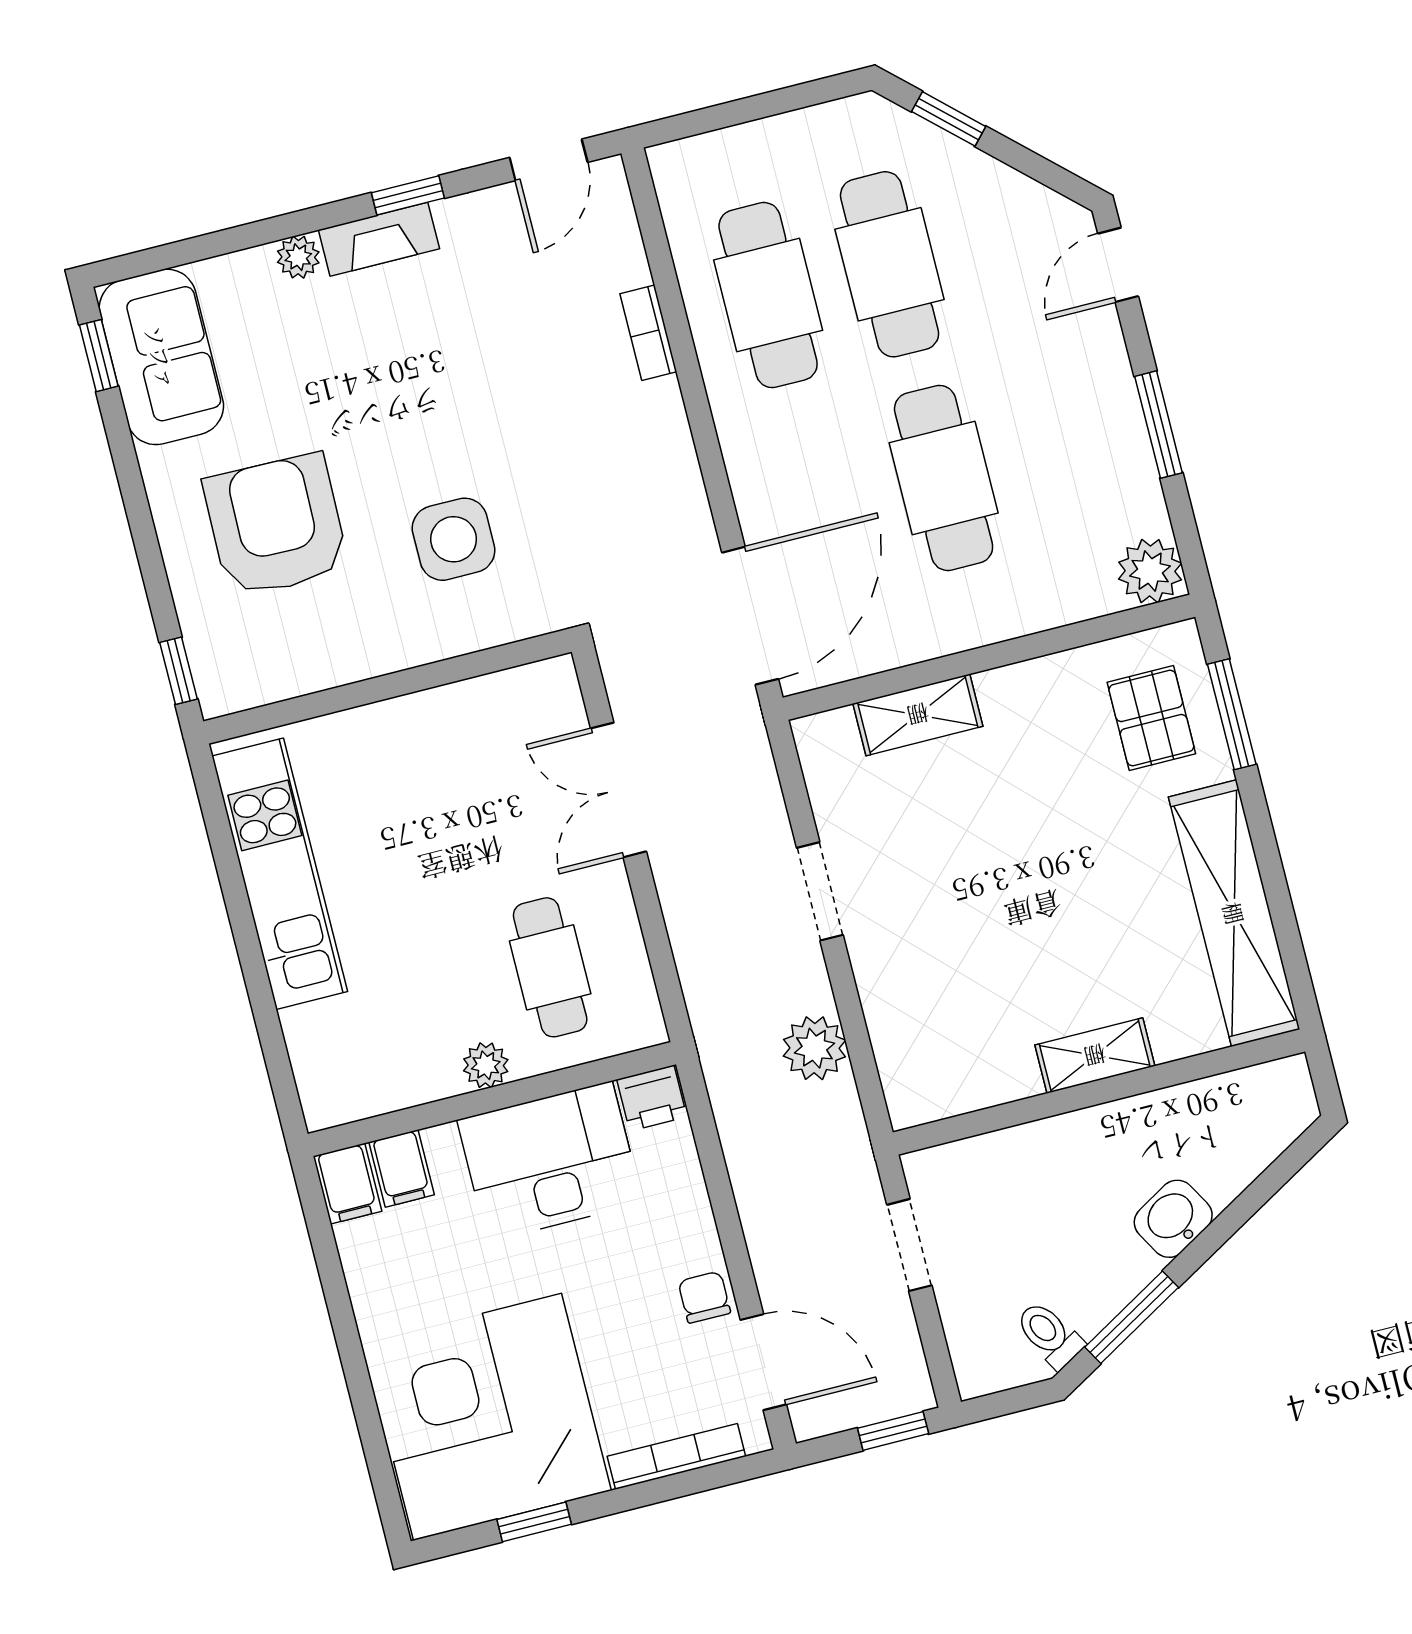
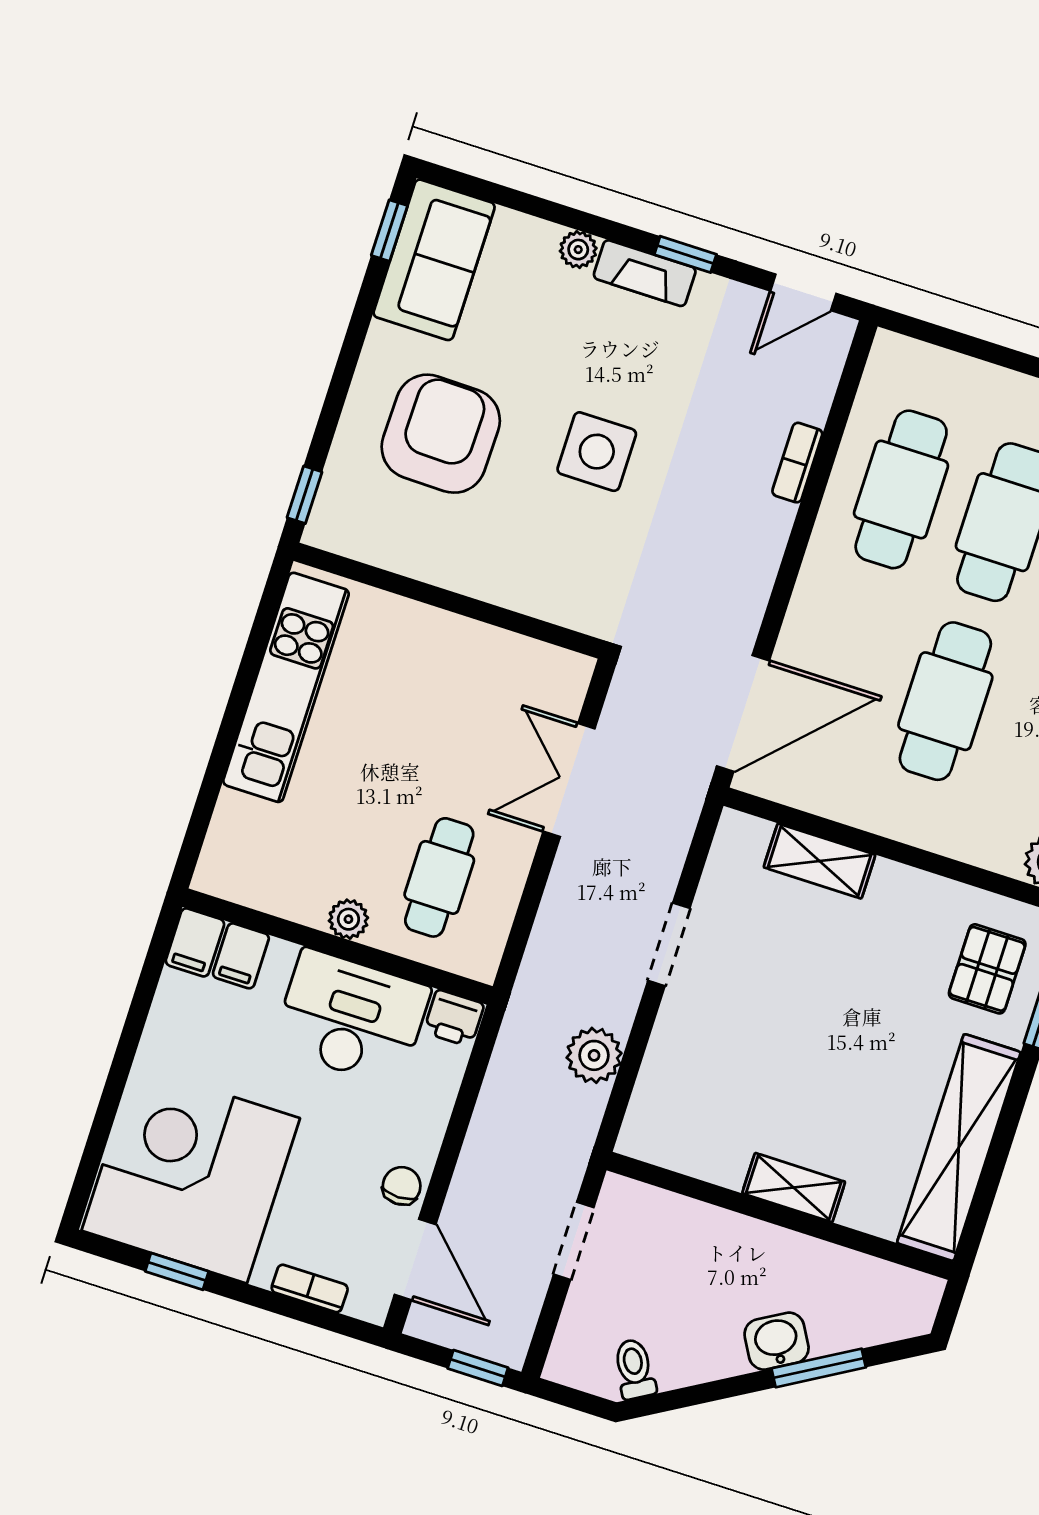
side table: (454, 539) -> (597, 452), moved
window: (1132, 1317) -> (819, 1368), moved
bookcase: (676, 1456) -> (310, 1288), width x0.64

